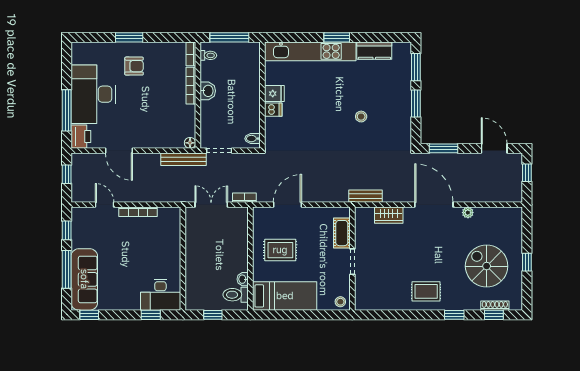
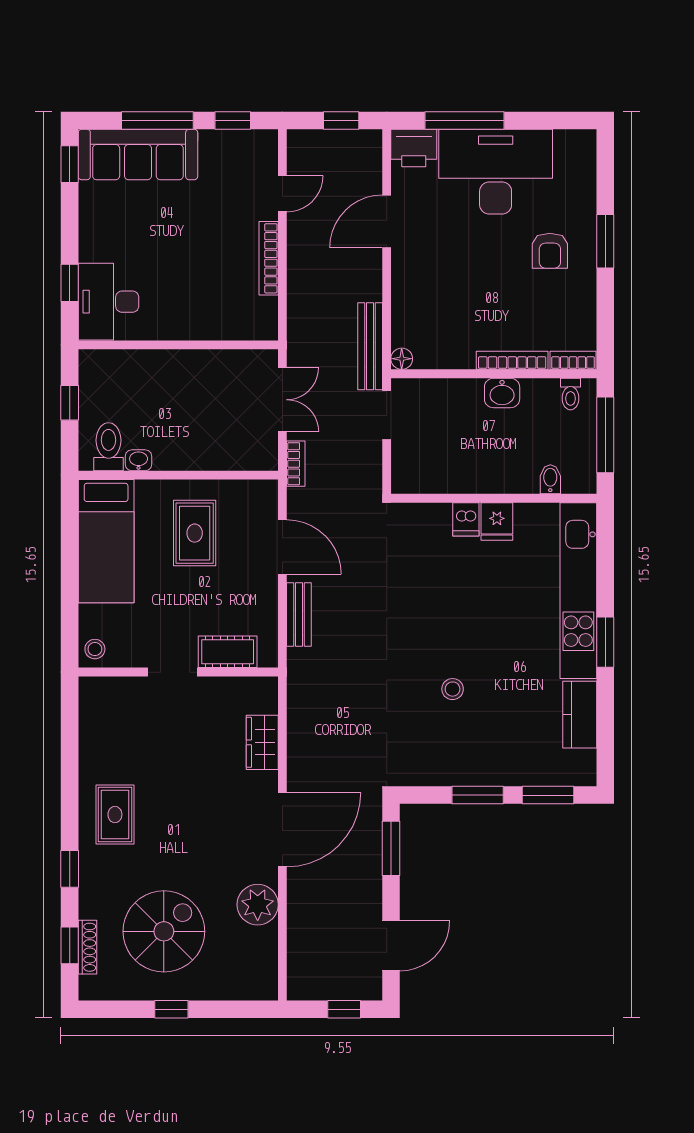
bidet: (252, 139) -> (550, 479), moved
bench: (365, 196) -> (299, 615), moved
plant: (468, 213) -> (258, 905), width x1.88, depth x1.88

